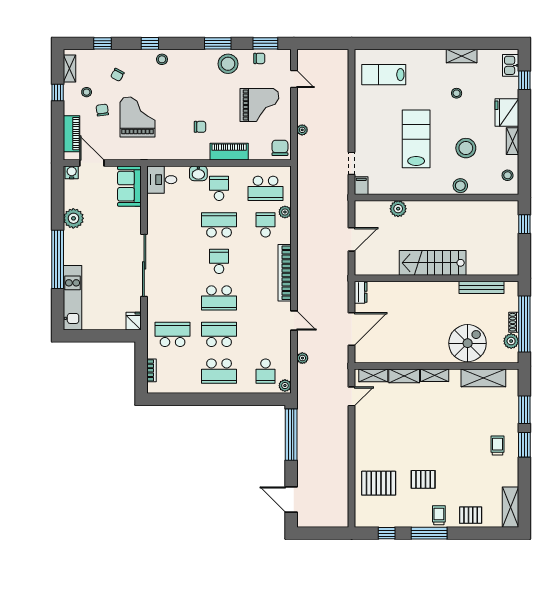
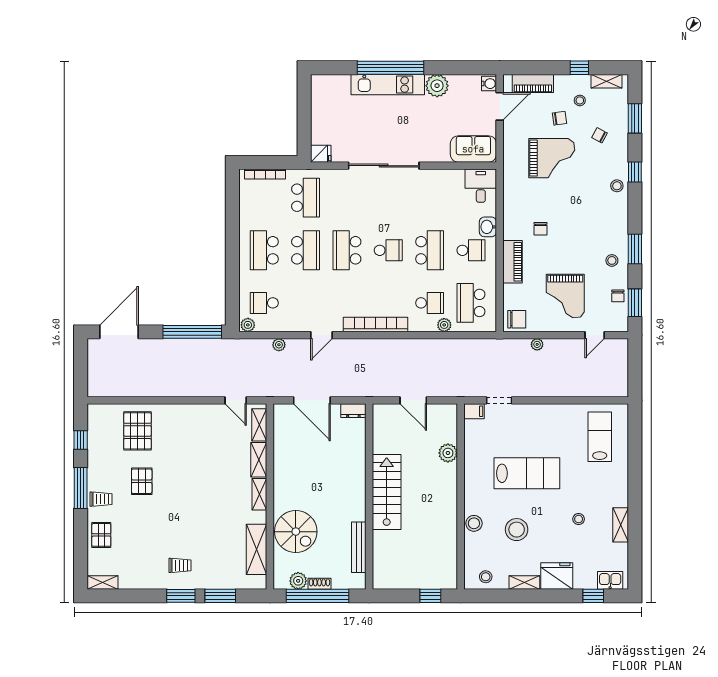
window: (102, 43) -> (635, 118), width x1.50
stool: (228, 64) -> (612, 260), width x0.53, depth x0.53
kitchen unit: (73, 298) -> (388, 85), moved
bookcase: (152, 370) -> (265, 174), width x1.56
door: (291, 499) -> (119, 332), width x1.36
shelving: (511, 507) -> (103, 582), width x0.67, depth x0.75

